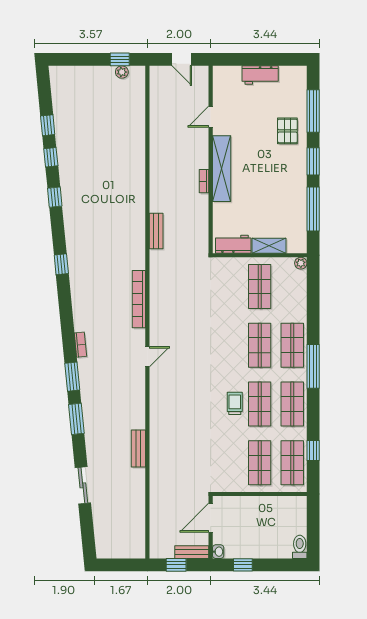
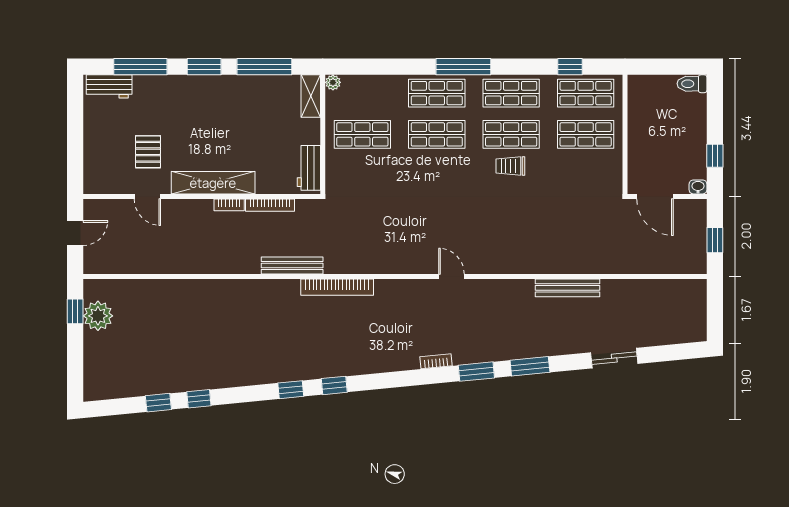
plant: (122, 72) -> (98, 316), width x1.88, depth x1.88
workbench: (260, 75) -> (109, 86), moved, turned 90
pallet: (287, 131) -> (148, 152), moved, turned 90
window: (55, 197) -> (291, 390), moved
bookcase: (204, 213) -> (270, 205), added
bench: (156, 231) -> (292, 265), width x1.36
shelving: (269, 246) -> (311, 96), moved
bookcase: (139, 299) -> (337, 287), moved
bench: (138, 449) -> (568, 288), width x1.36
bench: (192, 552) -> (699, 220), removed

